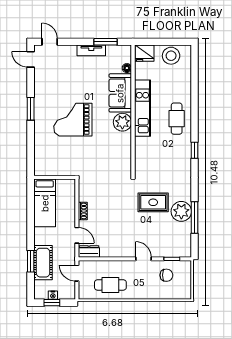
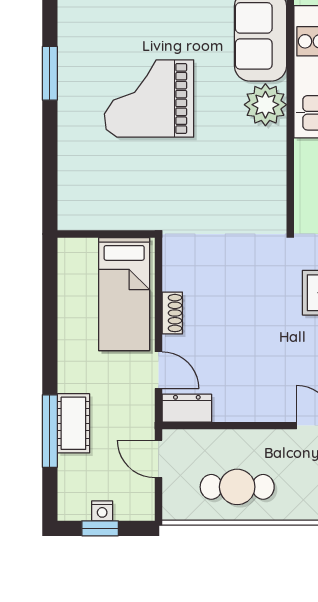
bed: (45, 203) -> (124, 294), moved
window: (31, 261) -> (50, 431), width x1.44
cot: (43, 263) -> (73, 423), width x0.73, depth x0.75

